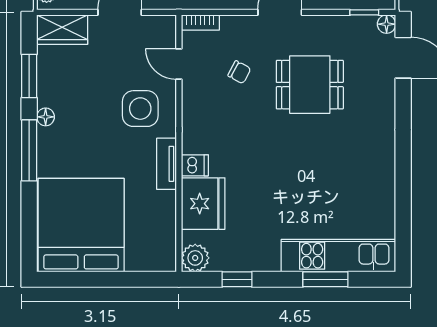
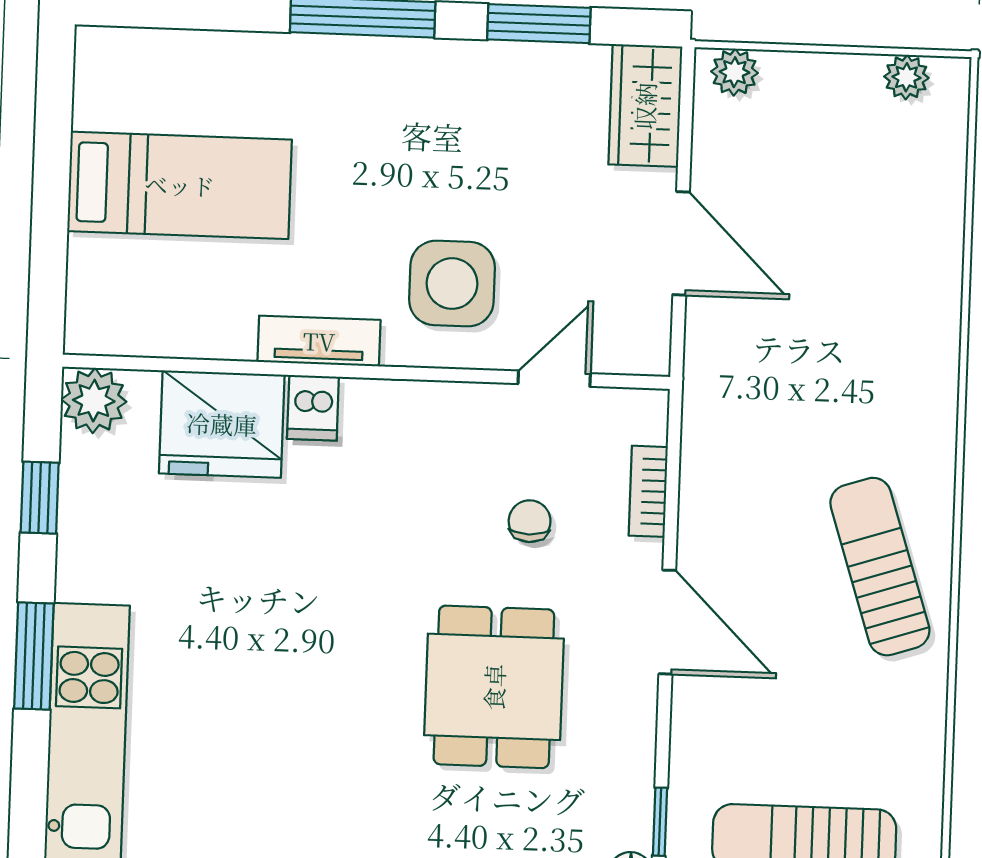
bookcase: (200, 23) -> (648, 491), moved
chair: (239, 72) -> (530, 521), turned 152
floor lamp: (46, 117) -> (440, 59), removed
bed: (81, 225) -> (180, 185), width x0.49
window: (325, 279) -> (34, 656), moved

